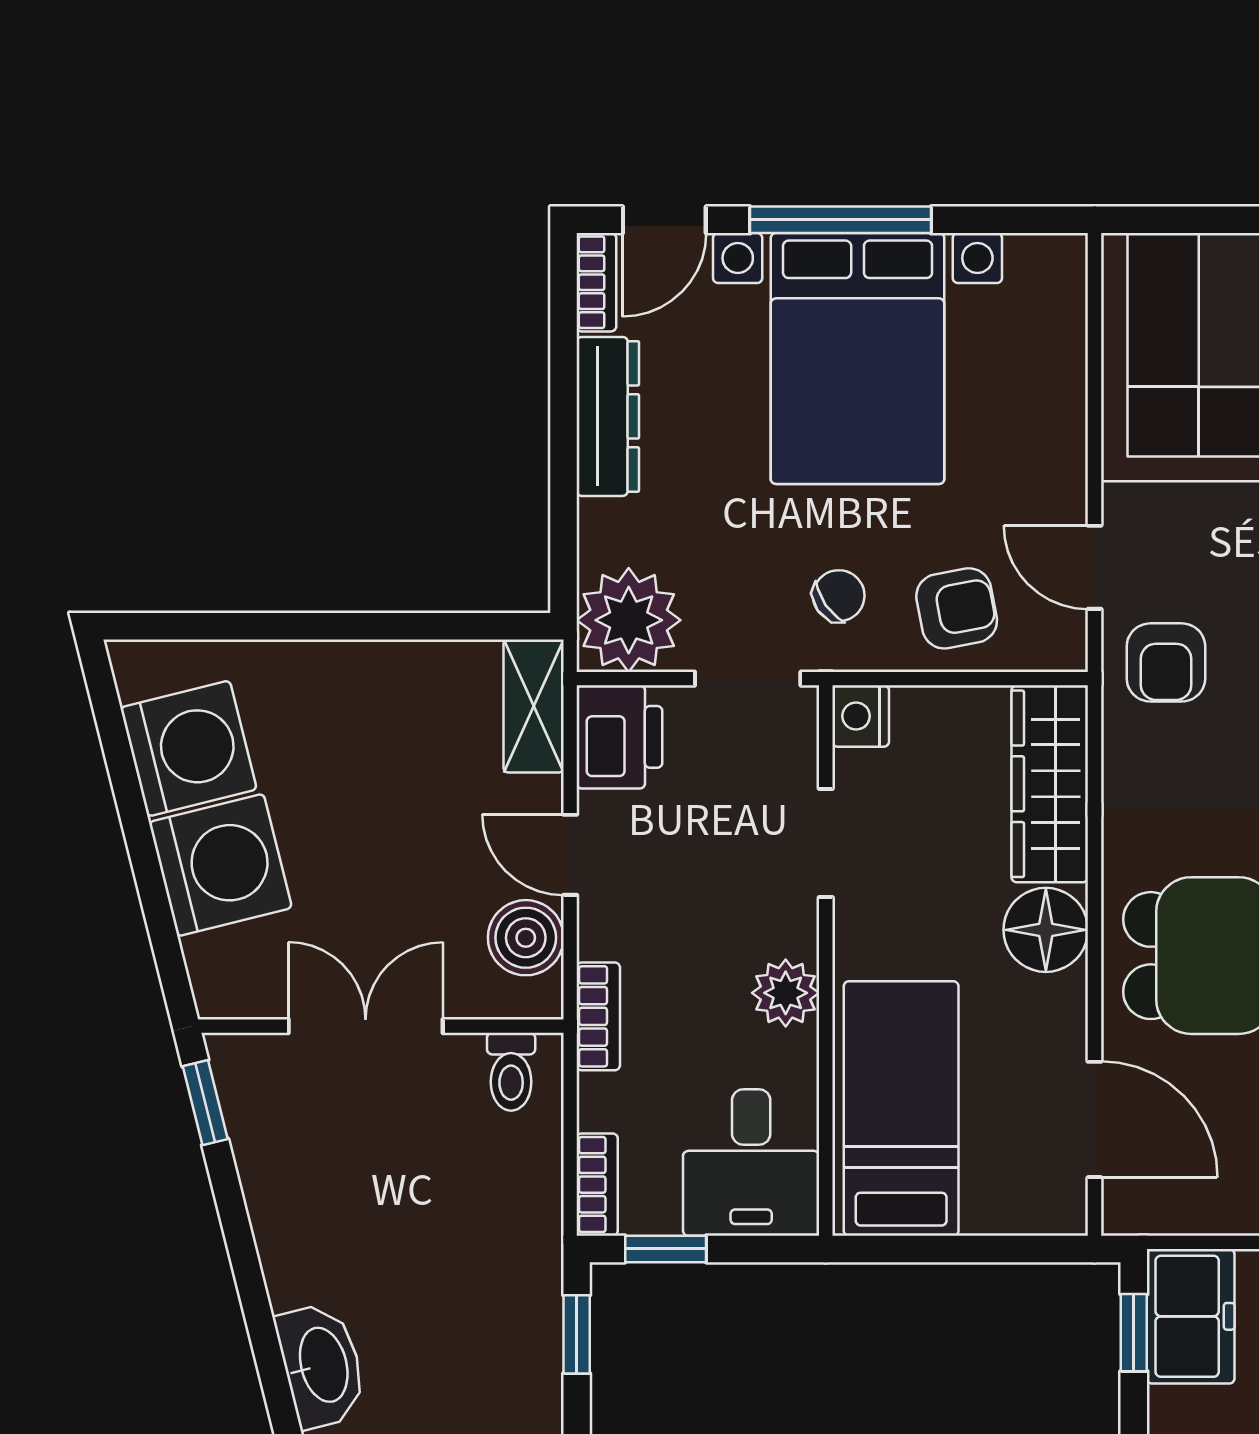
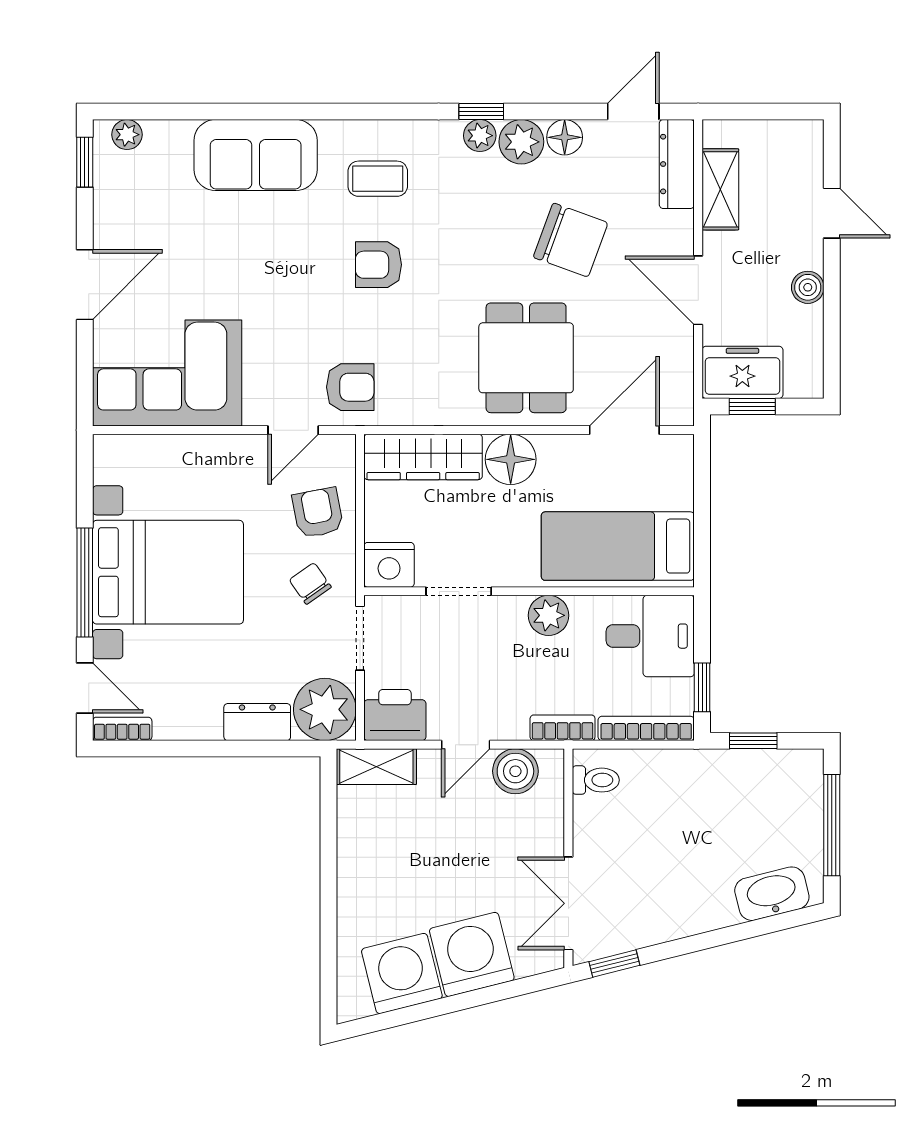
dresser: (608, 416) -> (257, 722), moved, width x0.70
nightstand: (861, 716) -> (389, 565), width x1.36, depth x1.33
double door: (366, 1026) -> (568, 903), moved
bookcase: (597, 1185) -> (646, 728), width x1.56

